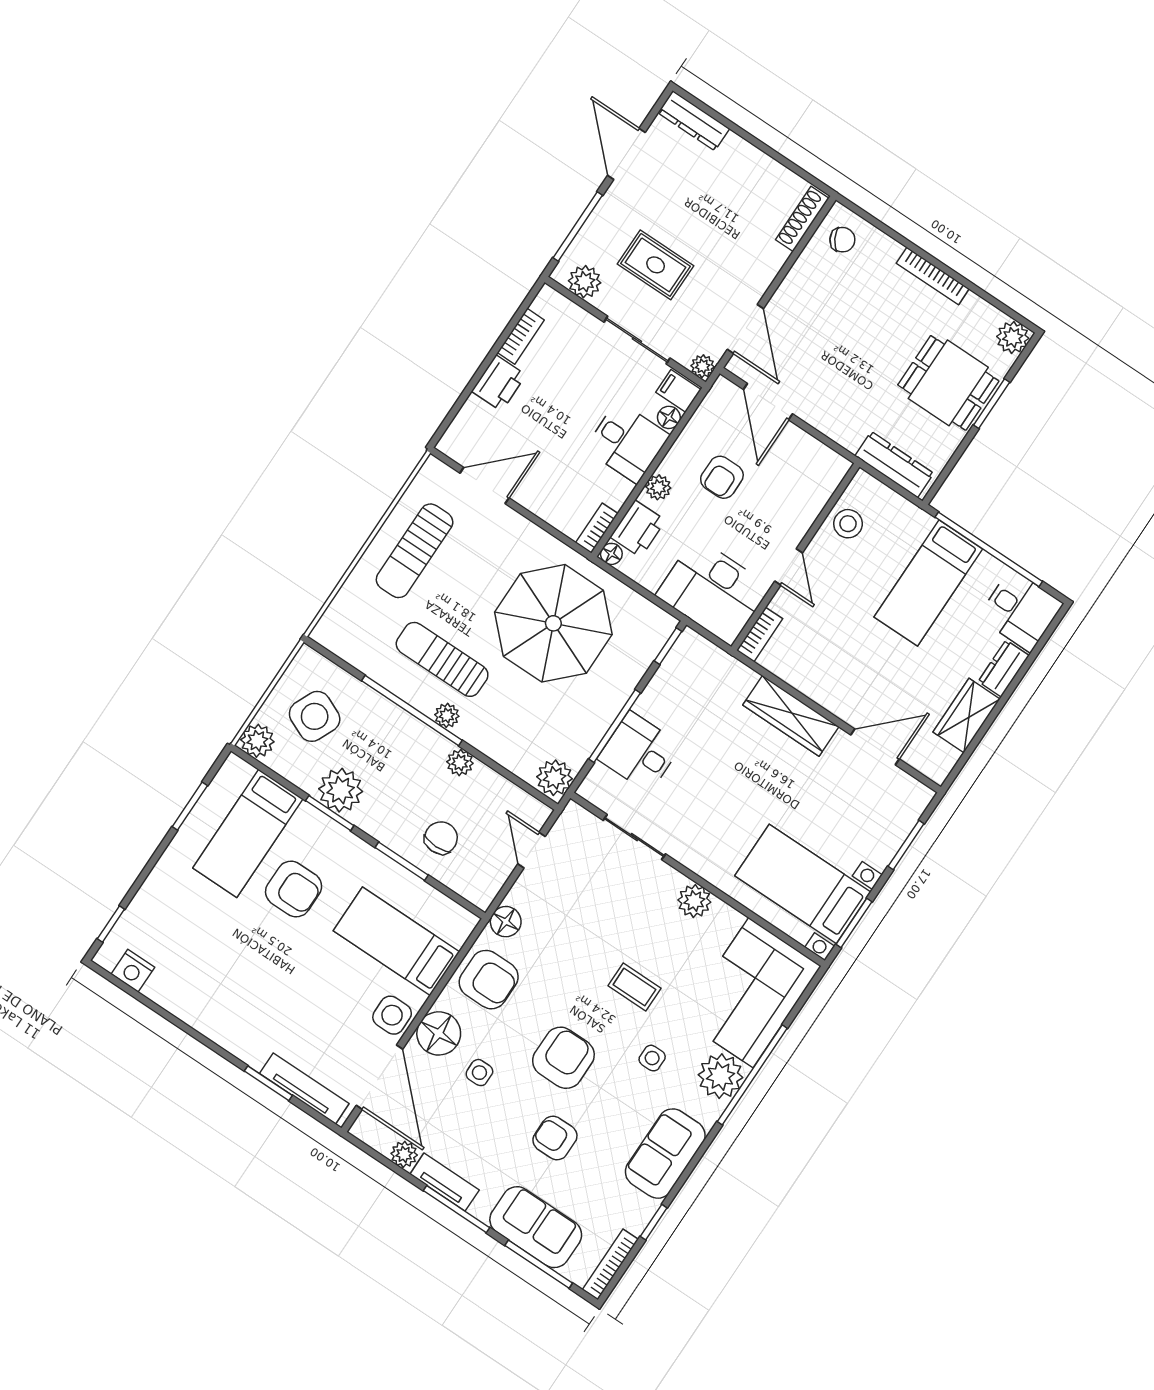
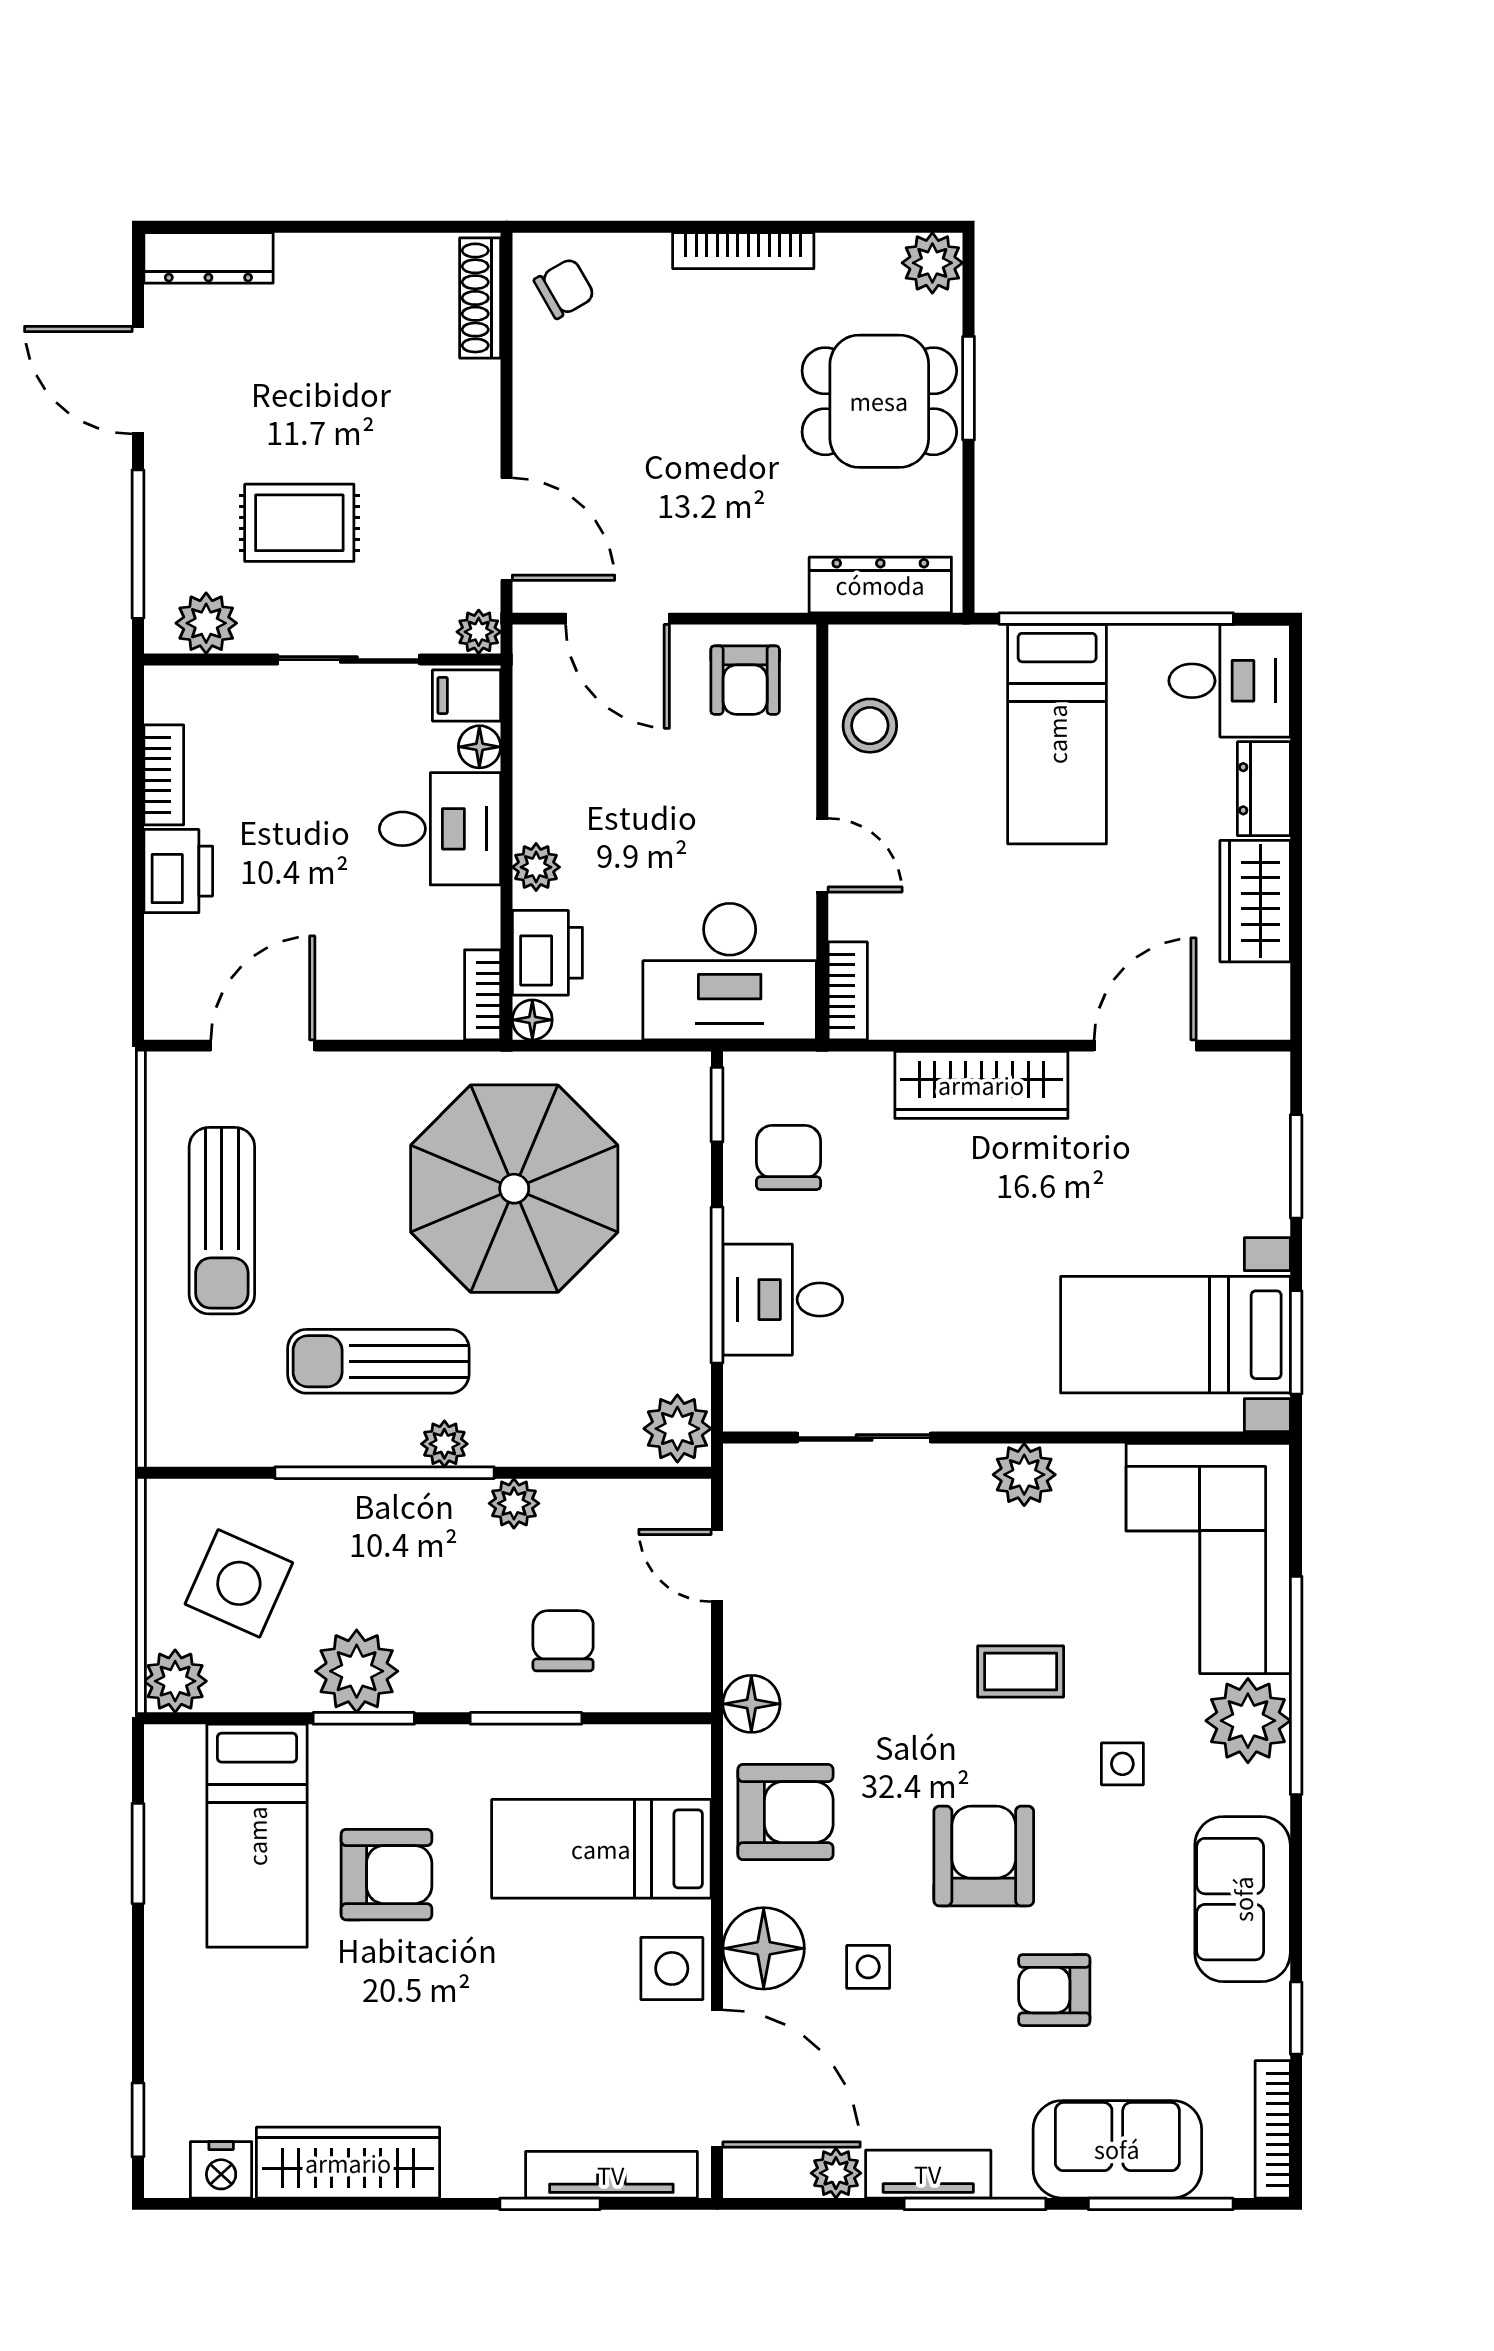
armchair: (722, 477) -> (745, 680), moved
chair: (684, 691) -> (788, 1157), added
wardrobe: (191, 1005) -> (348, 2163), added

